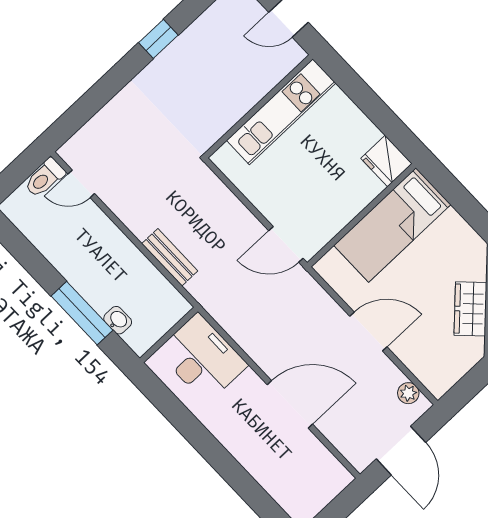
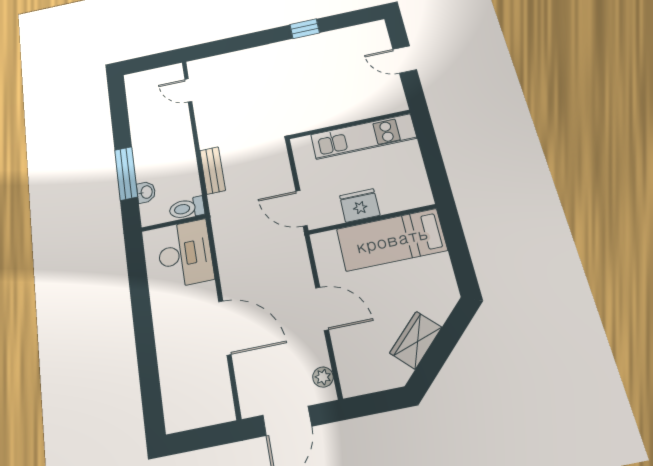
wall: (259, 106) -> (349, 124), moved
kitchen unit: (281, 112) -> (364, 137), moved
fridge: (386, 161) -> (360, 205), moved, turned 90
toilet: (45, 178) -> (187, 208), moved

